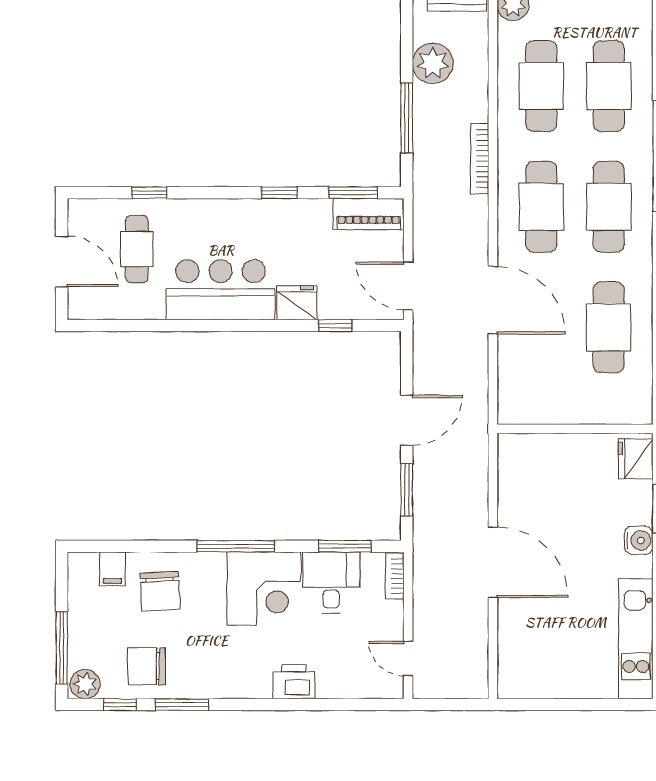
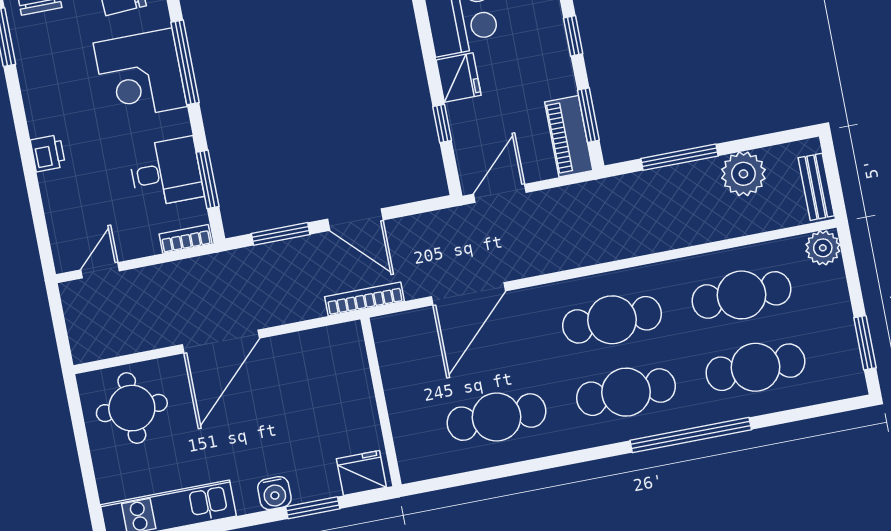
bookcase: (480, 159) -> (365, 299), moved
door: (493, 300) -> (468, 294), moved
corner desk: (264, 589) -> (140, 75), moved
round table: (537, 654) -> (132, 408), added
printer: (294, 682) -> (48, 153), width x0.73, depth x0.81

